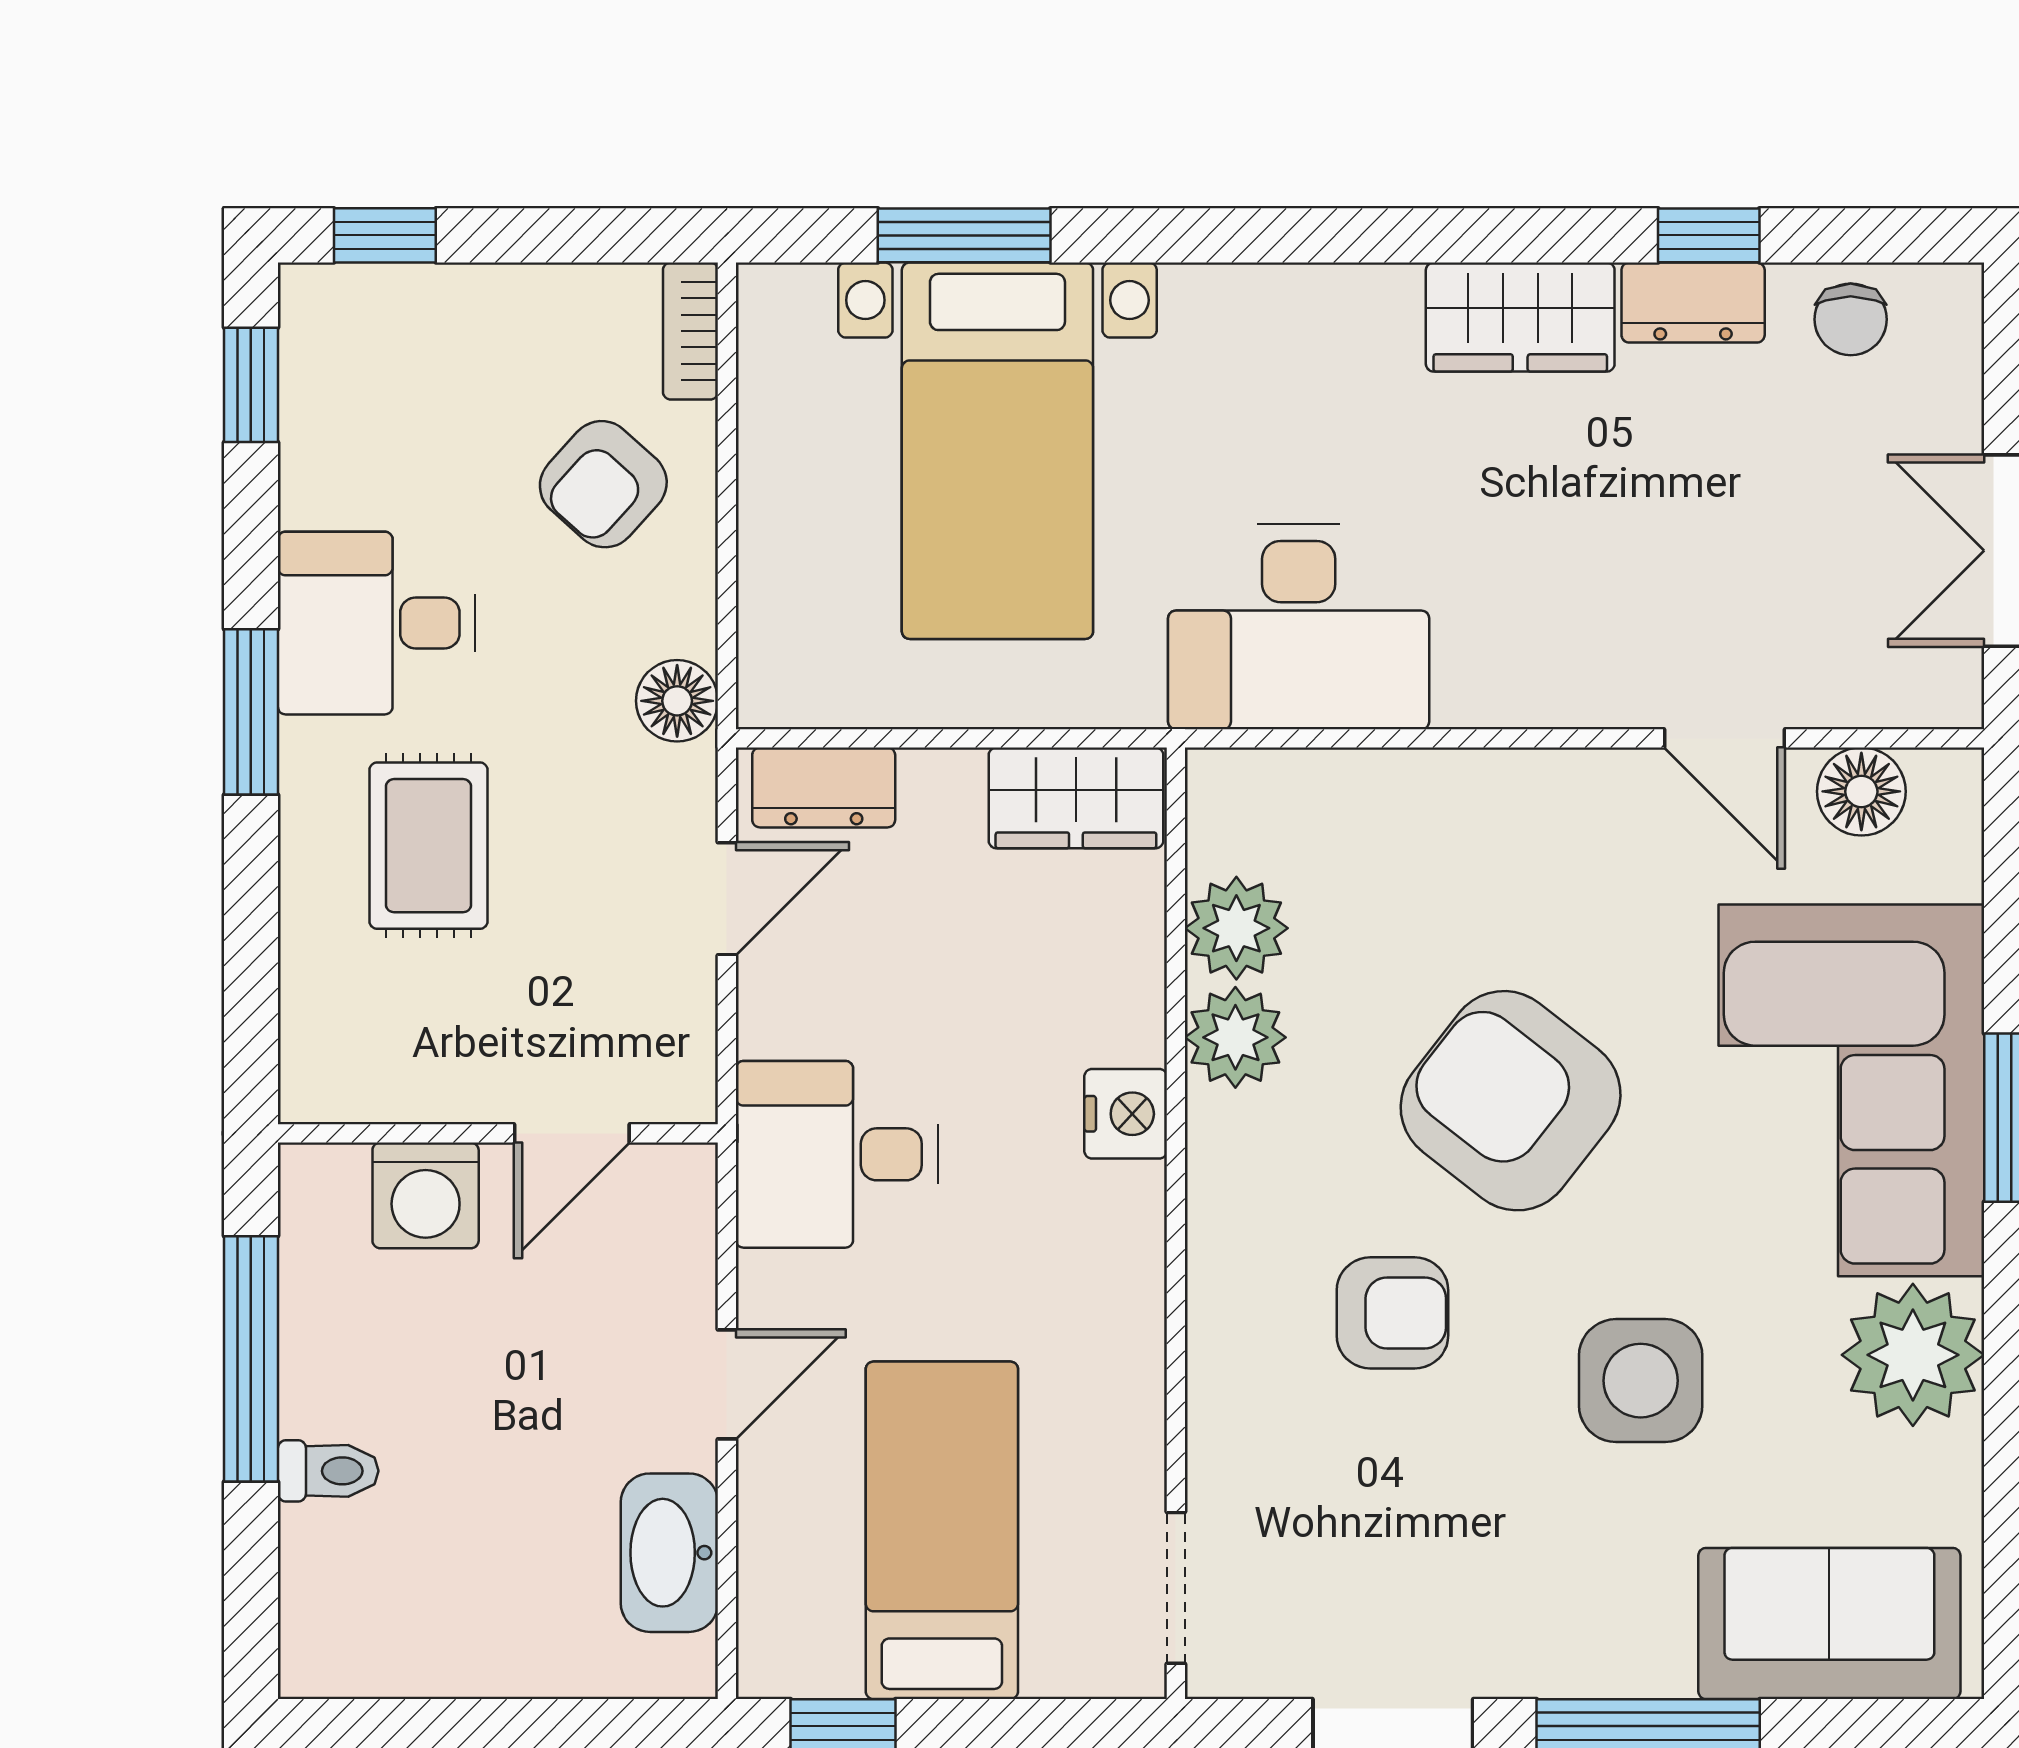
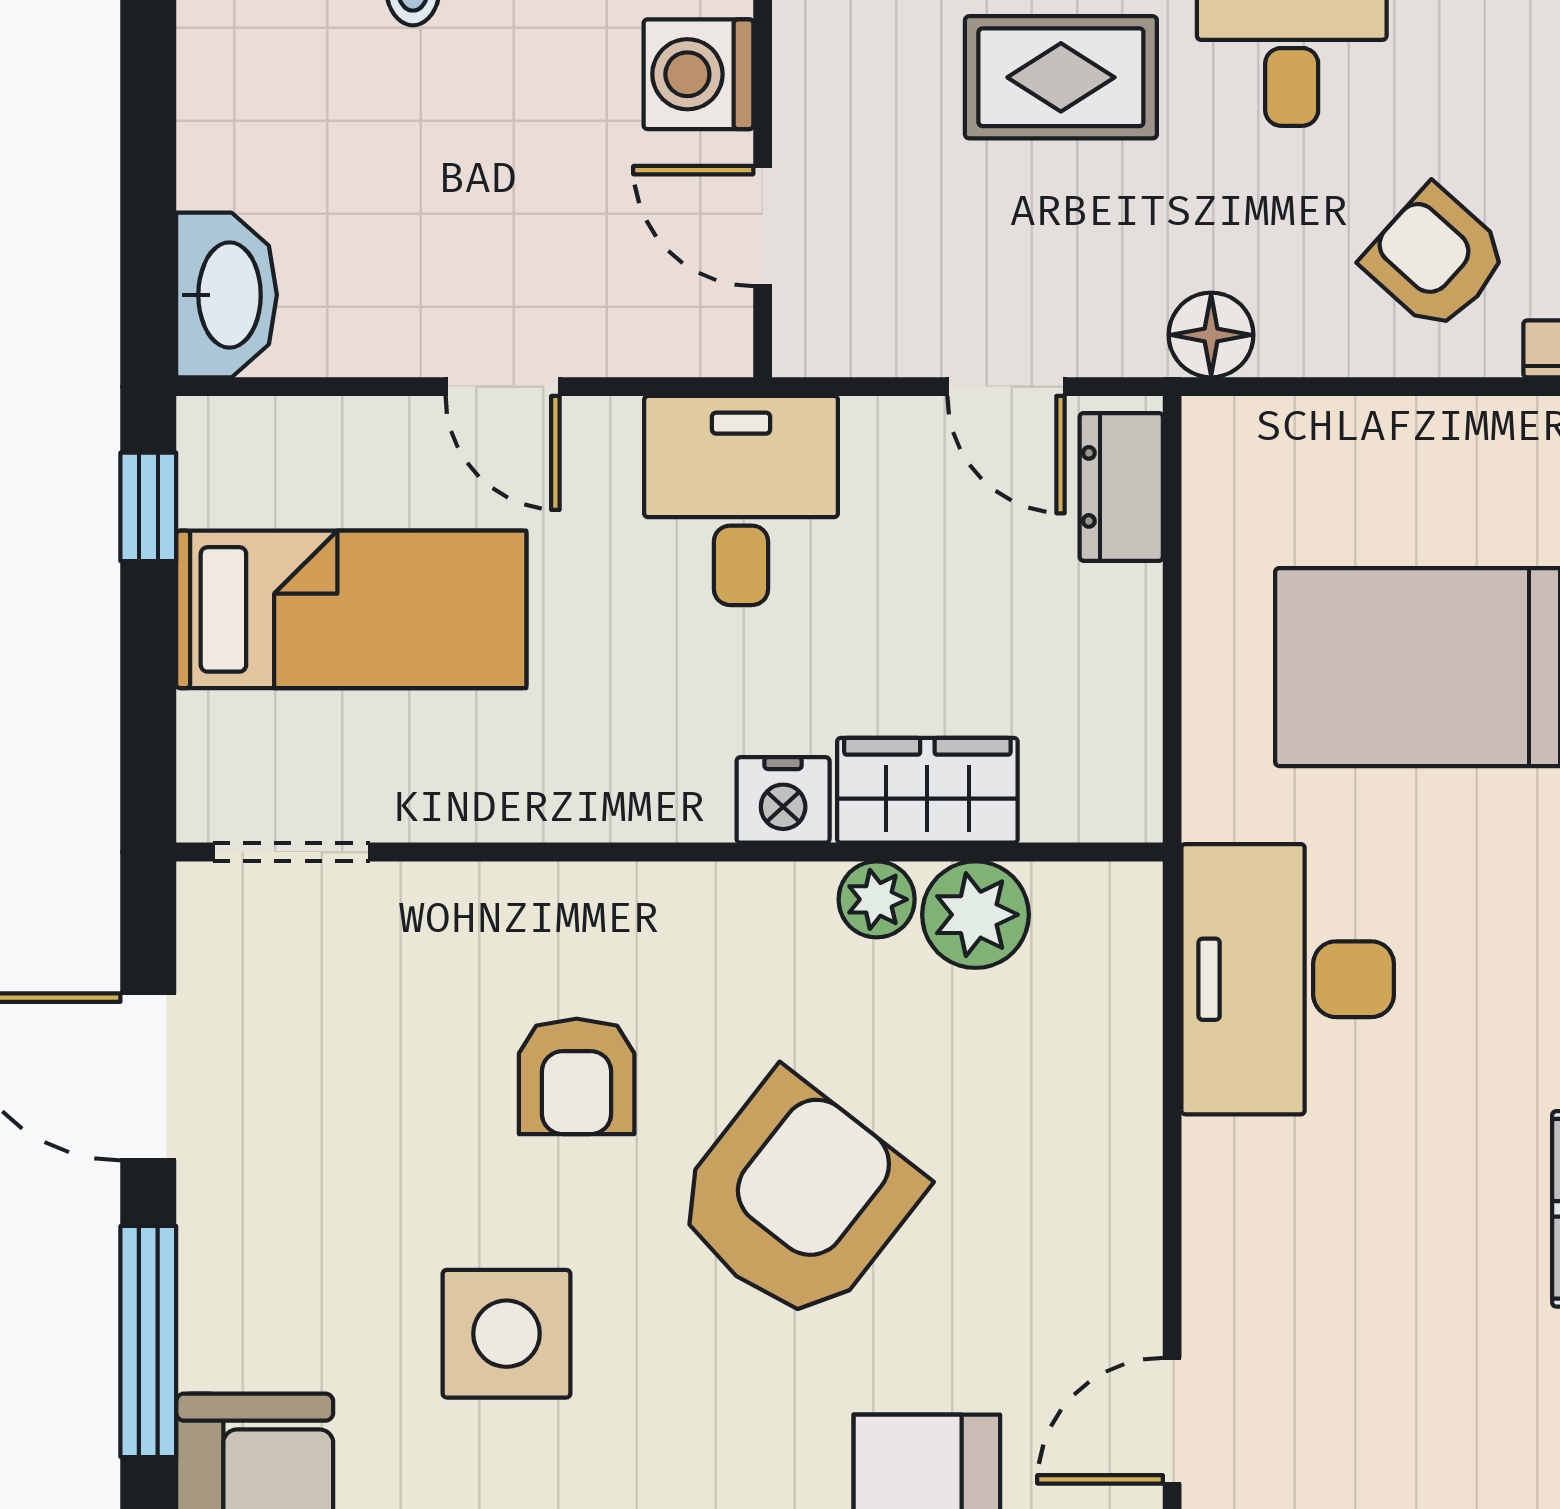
wardrobe: (1076, 798) -> (927, 790), moved, turned 90
plant: (1235, 1037) -> (877, 899), width x0.73, depth x0.73
washbasin: (669, 1553) -> (227, 295), moved, turned 90

